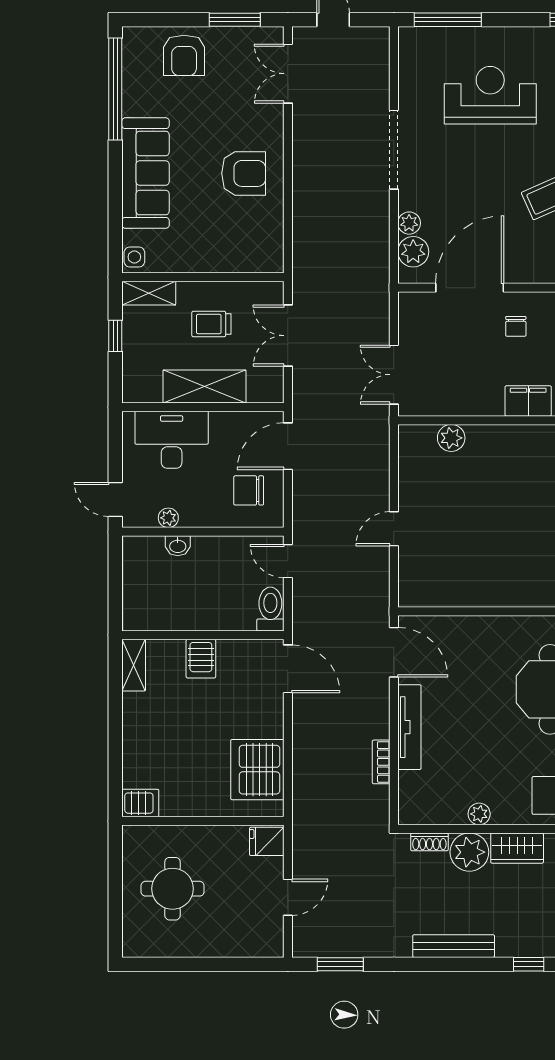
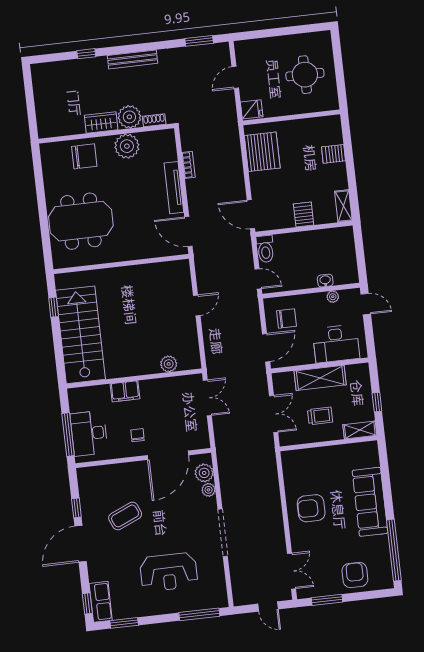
side table: (134, 257) -> (371, 451), removed
server rack: (140, 803) -> (333, 154), moved
plant: (479, 814) -> (127, 146), width x1.87, depth x1.87

